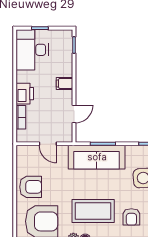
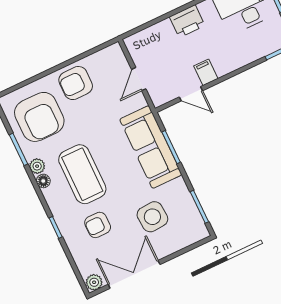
filing cabinet: (64, 83) -> (206, 72), moved
bookcase: (21, 117) -> (156, 30), removed
armchair: (31, 187) -> (76, 83), turned 90

